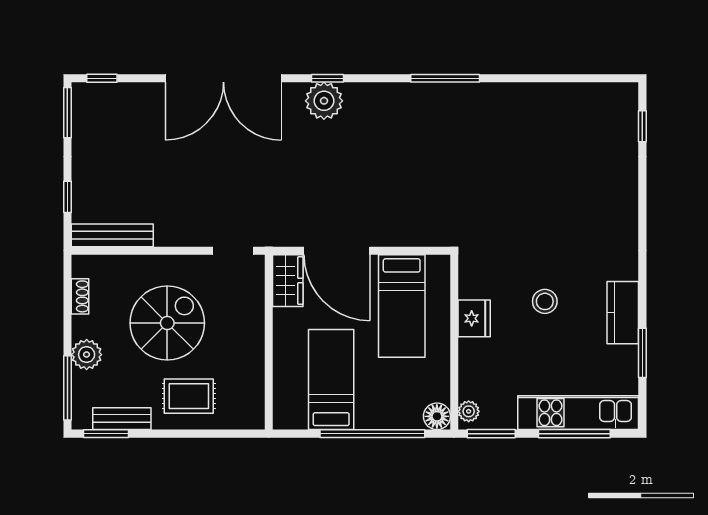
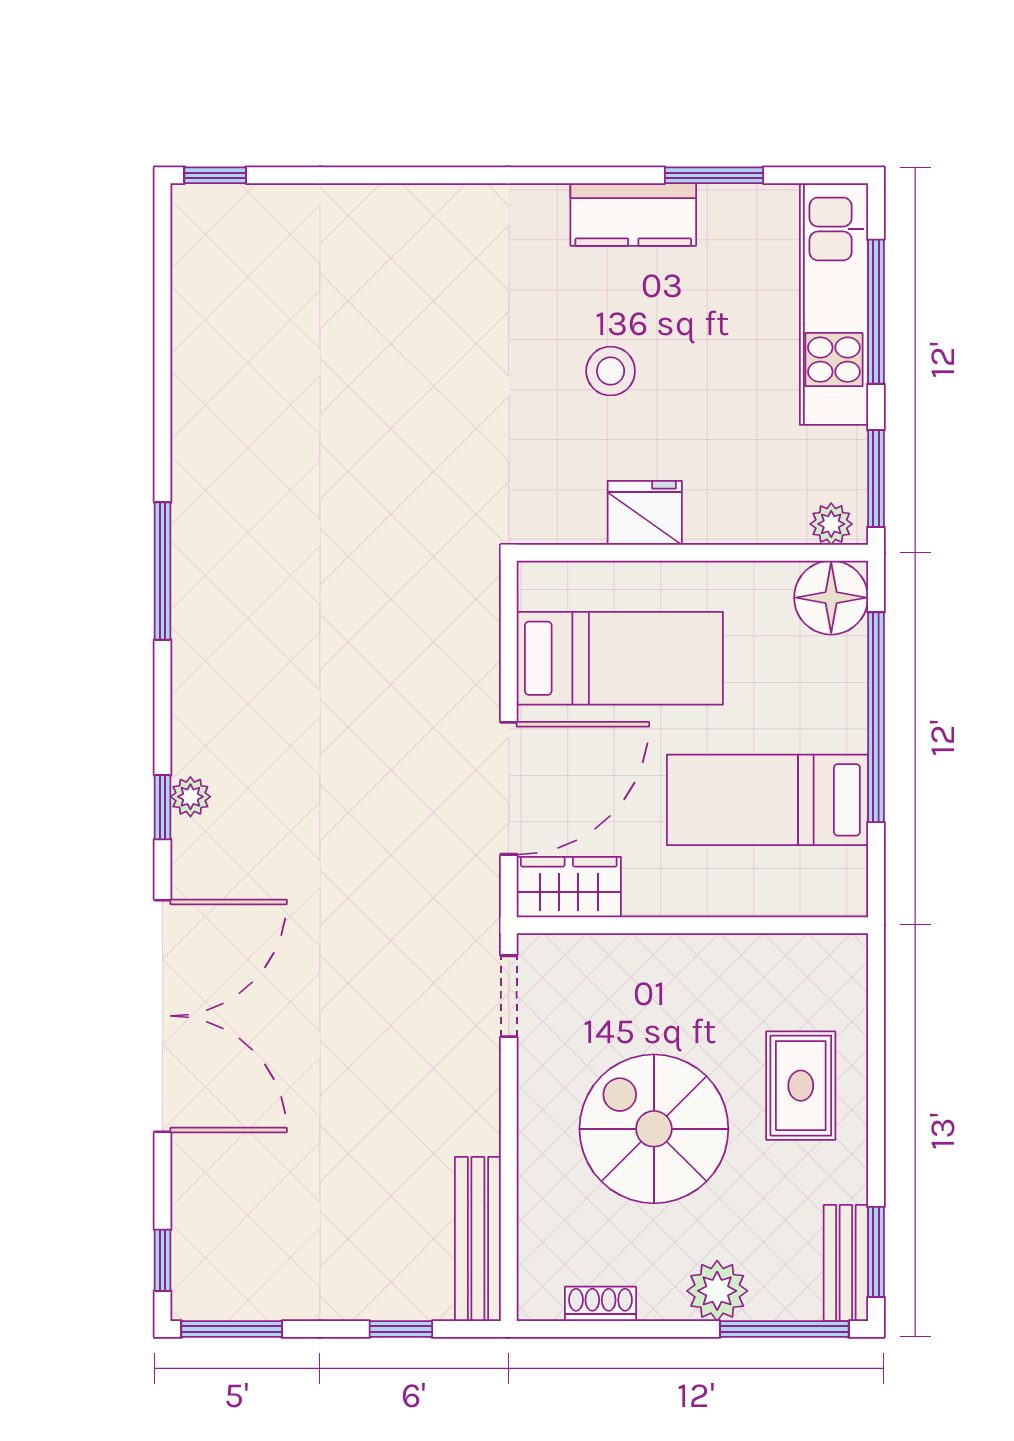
plant: (324, 101) -> (190, 797), width x0.53, depth x0.53
window: (642, 126) -> (215, 175), moved
floor lamp: (437, 416) -> (831, 598), width x1.38, depth x1.38
bench: (122, 419) -> (846, 1263), moved

